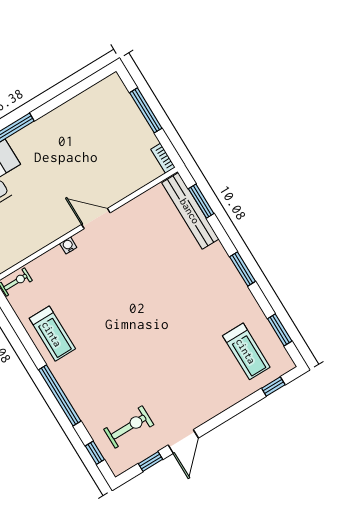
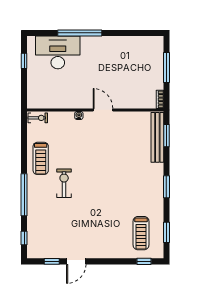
exercise bike: (129, 427) -> (64, 183), moved, turned -90

